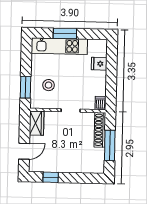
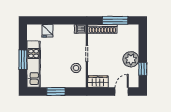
stool: (49, 85) -> (76, 68), moved
window: (26, 87) -> (56, 91), moved
door: (24, 151) -> (122, 91), hinge flipped
plant: (63, 163) -> (131, 59), added

